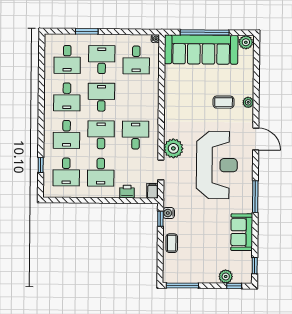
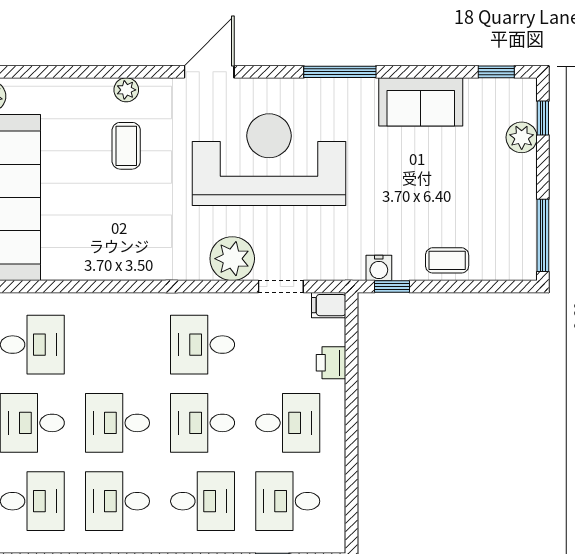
desk: (67, 97) -> (117, 501), turned 180
desk: (66, 172) -> (288, 501), turned 180

